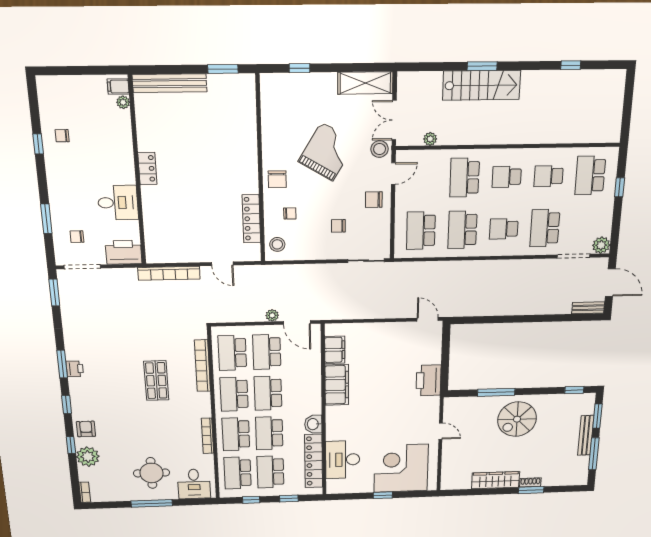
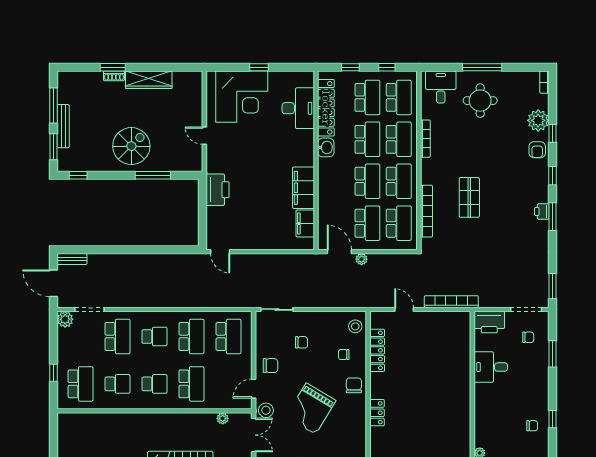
locker: (147, 168) -> (377, 413), moved, turned 180

